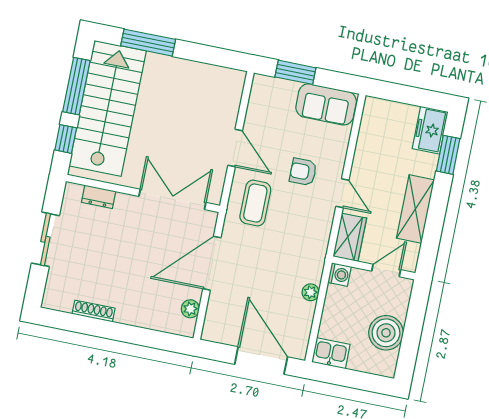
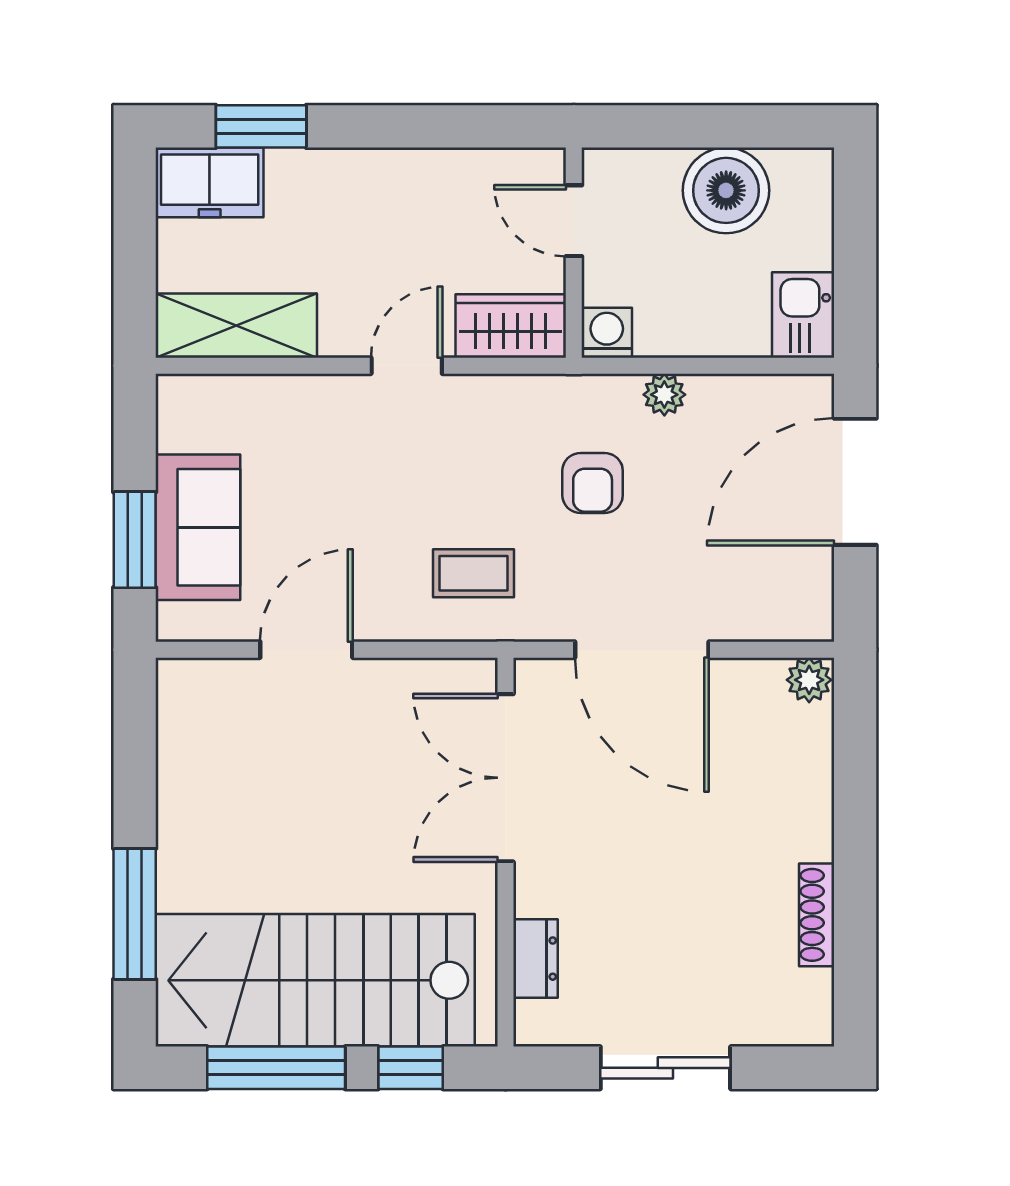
sofa: (326, 104) -> (198, 527), moved
door: (235, 148) -> (306, 650), moved
armchair: (303, 172) -> (593, 483), moved
coffee table: (255, 203) -> (473, 573), width x0.73, depth x0.77
shelving: (415, 209) -> (236, 326), moved
plant: (190, 309) -> (809, 680), moved

